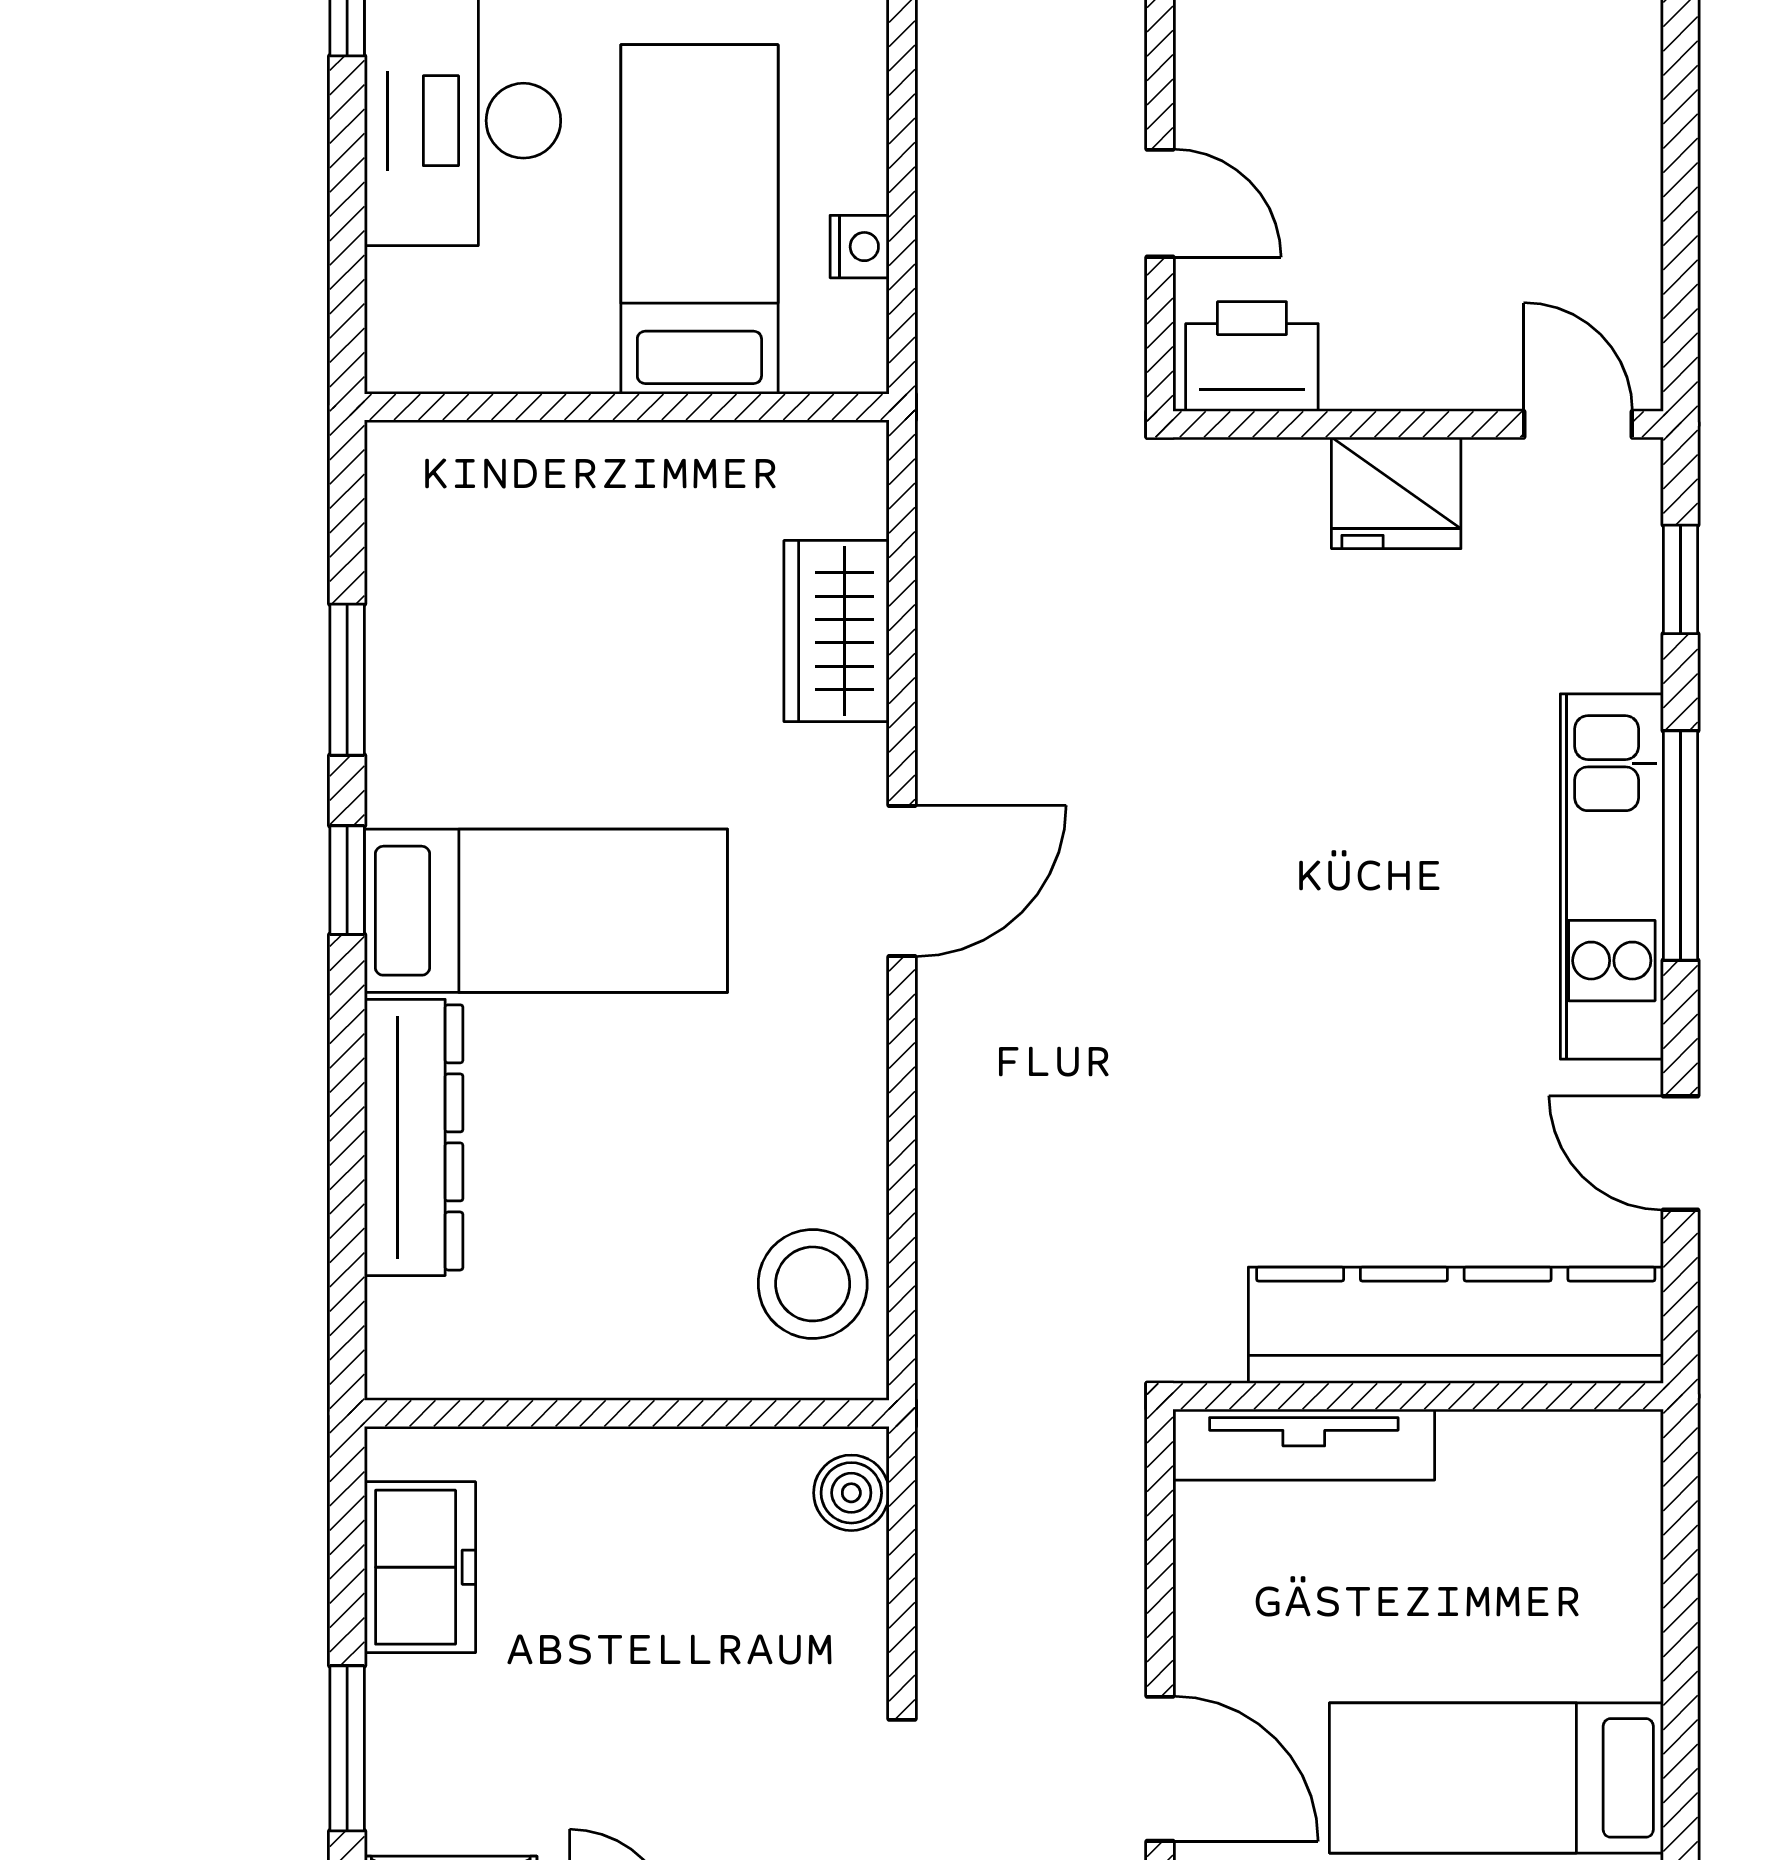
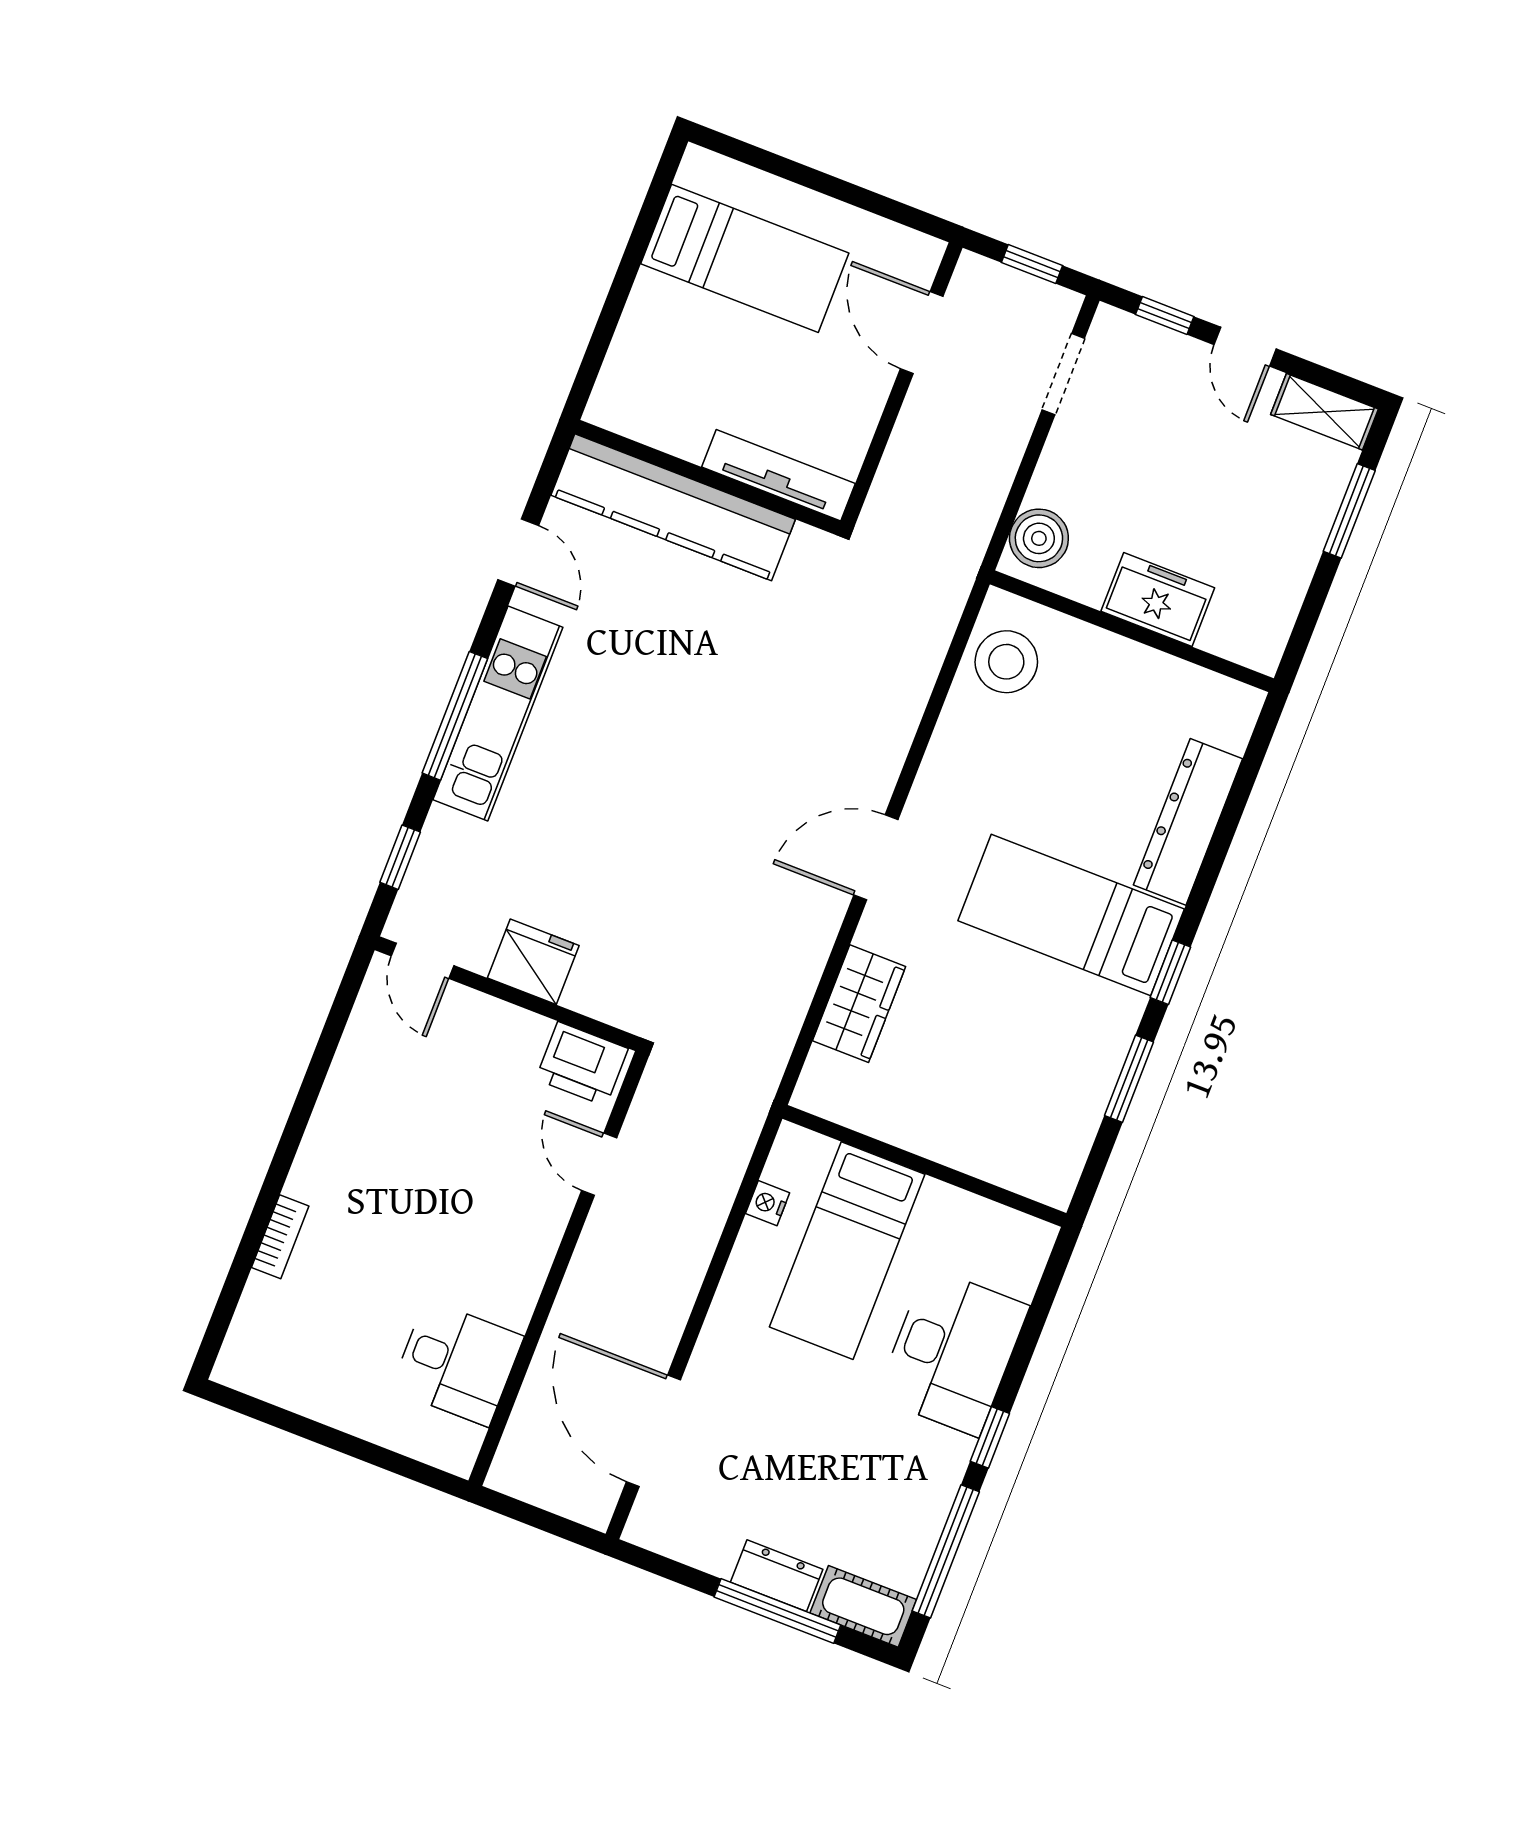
boiler: (851, 1493) -> (1039, 538), width x1.36, depth x1.36
freezer: (420, 1567) -> (1158, 600), moved, turned 90

